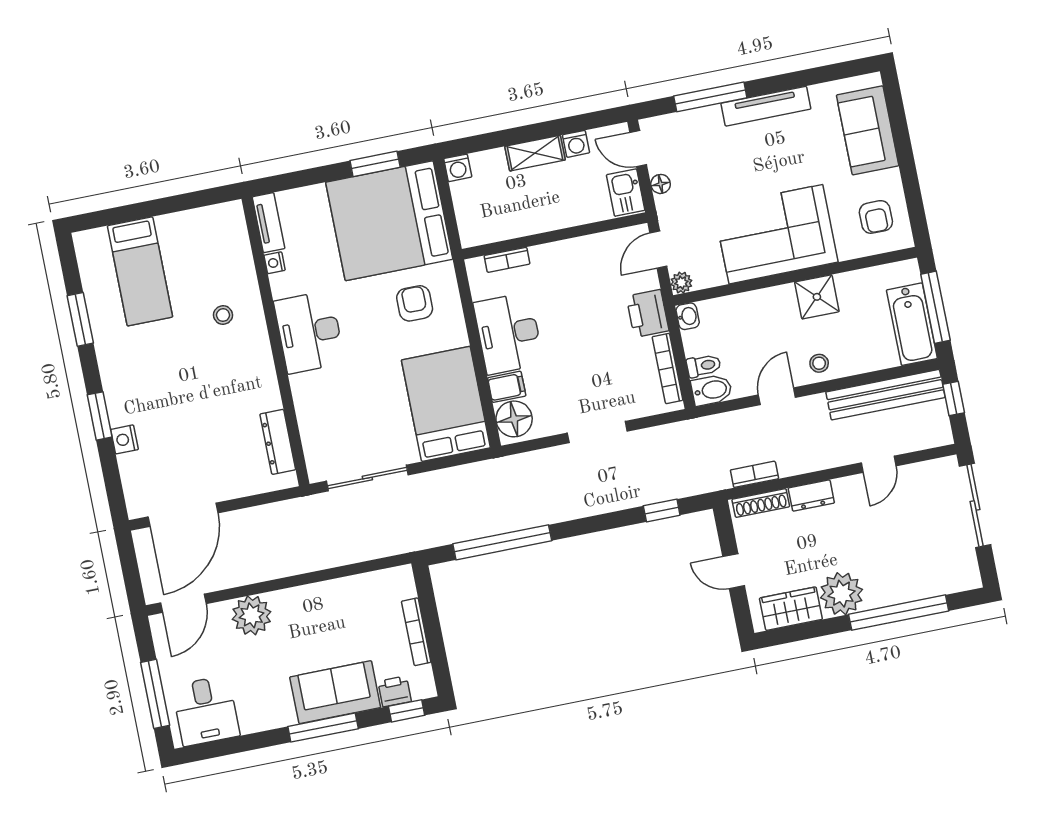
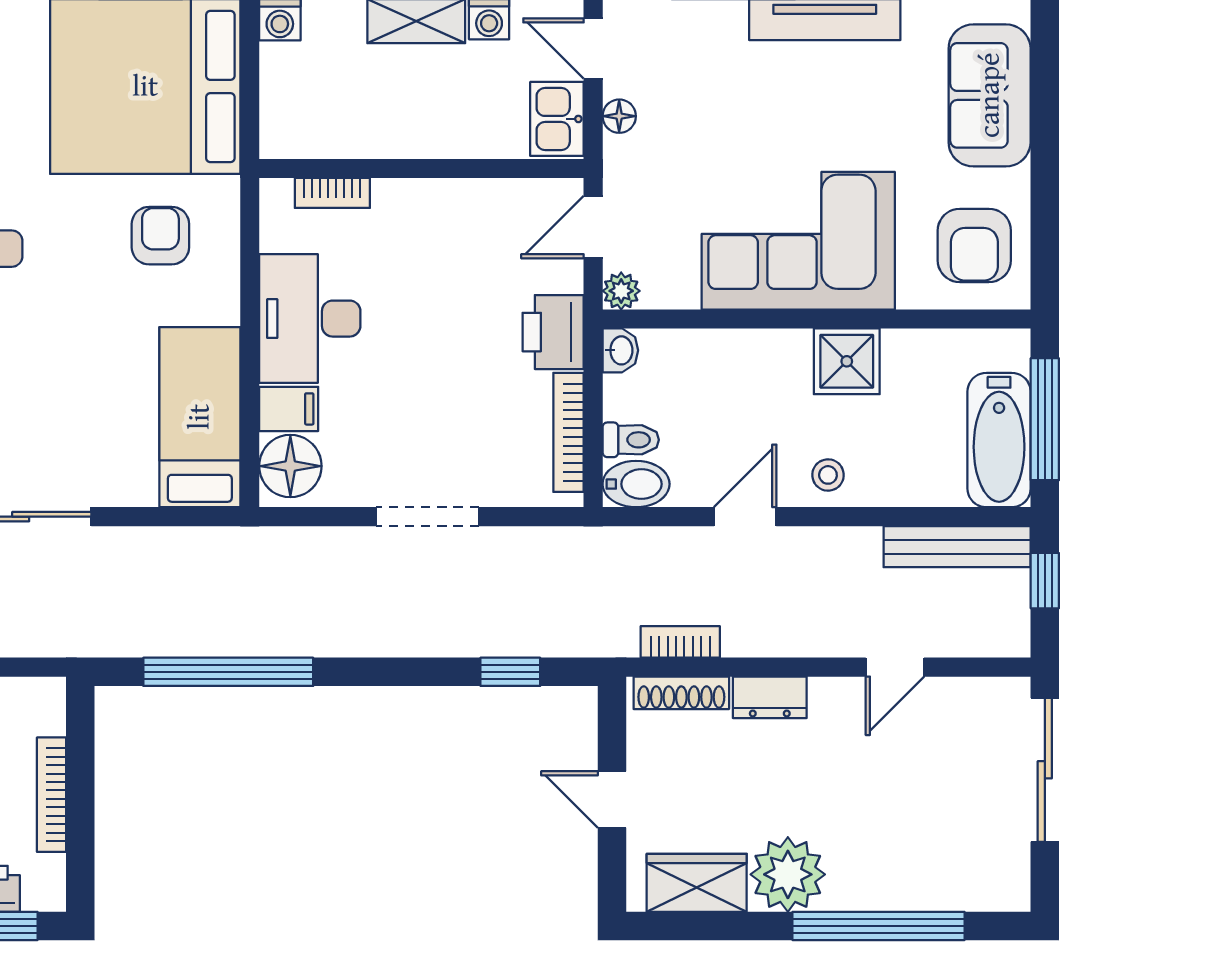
armchair: (876, 217) -> (974, 245), width x1.38, depth x1.38
bench: (885, 395) -> (957, 547), width x0.73, depth x0.82
bed: (446, 404) -> (200, 417), width x0.67

